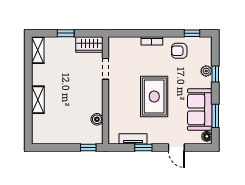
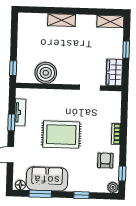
plant: (206, 71) -> (113, 187), moved
boiler: (97, 119) -> (46, 73), width x1.86, depth x1.86

